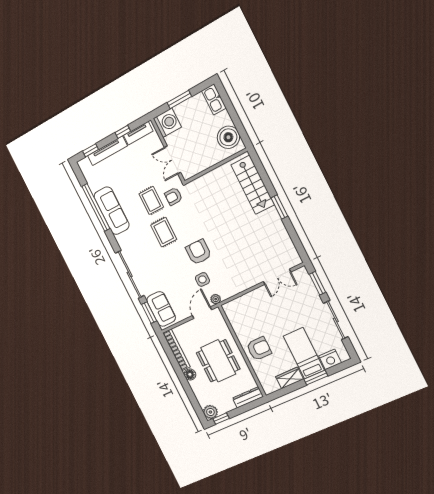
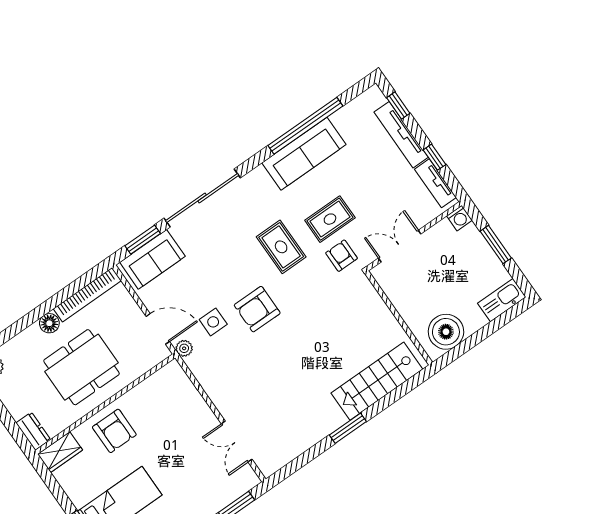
washing machine: (167, 123) -> (459, 218), width x0.53, depth x0.53
rug: (164, 232) -> (281, 247), turned 90
armchair: (198, 252) -> (257, 309), turned 180
wardrobe: (289, 378) -> (60, 452), moved, turned 90
dresser: (248, 397) -> (33, 431), width x0.70

